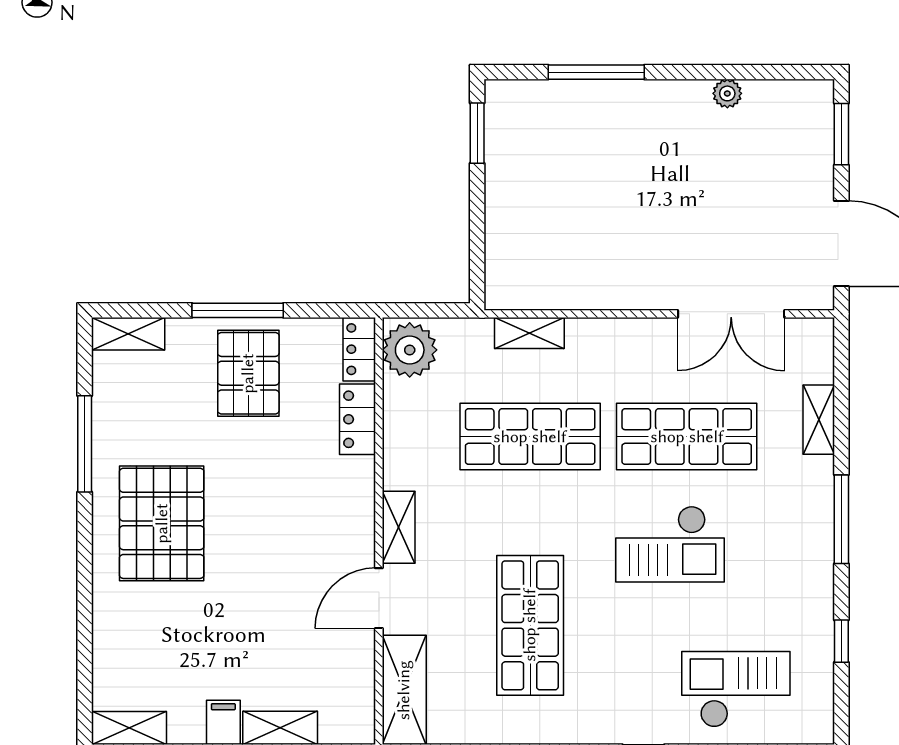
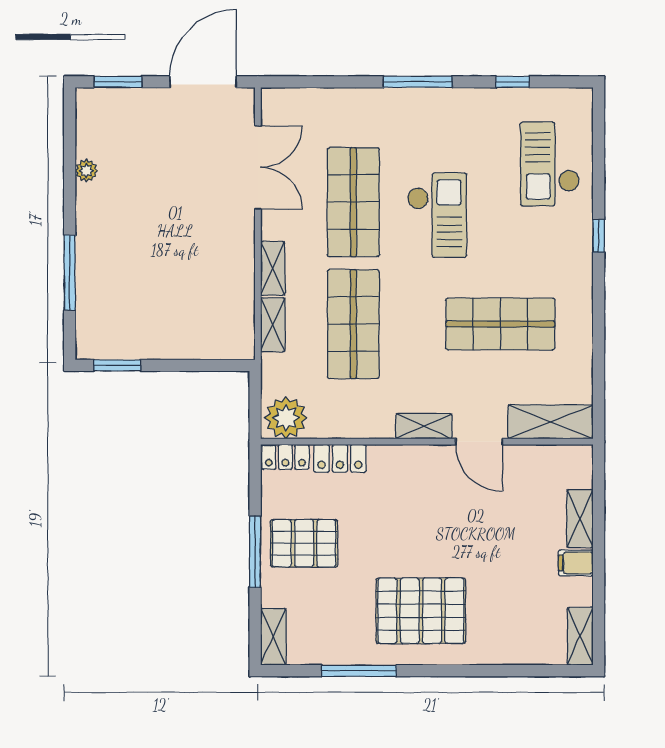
shelving: (819, 420) -> (273, 268), moved, turned 90

